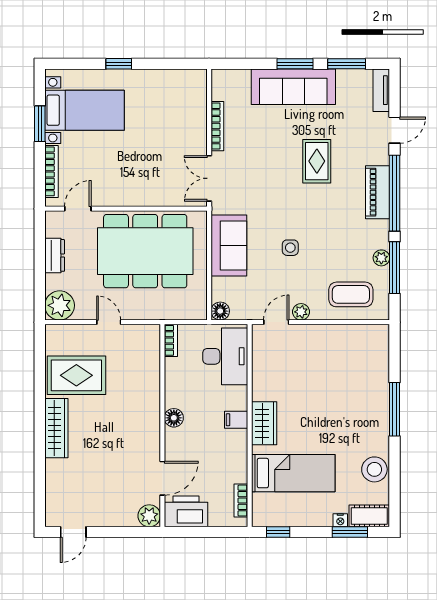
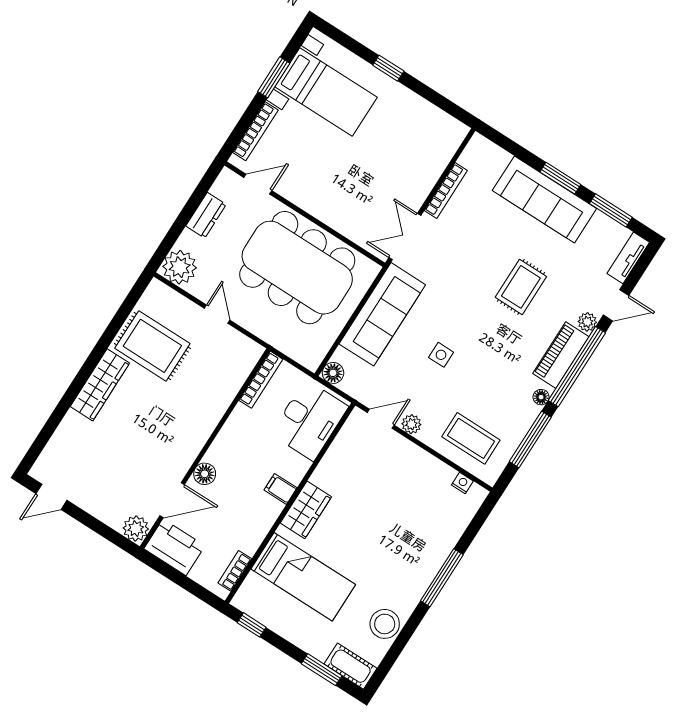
floor lamp: (383, 232) -> (541, 397), added
sofa: (229, 246) -> (382, 314), width x1.36
plant: (381, 258) -> (587, 322), moved
bookcase: (171, 340) -> (261, 380), width x1.56
floor lamp: (174, 418) -> (205, 474), moved
nightstand: (340, 520) -> (462, 483), moved, turned 180

